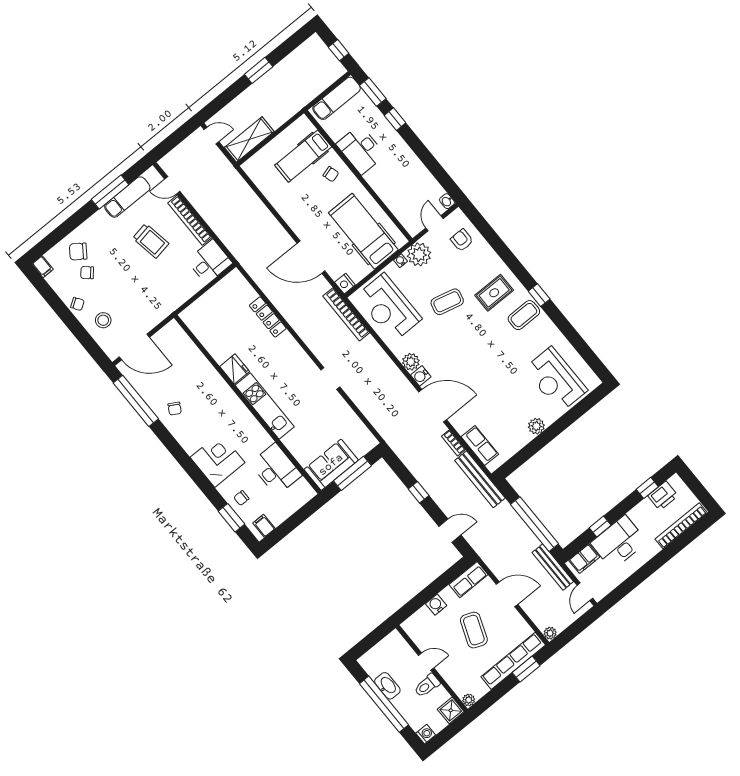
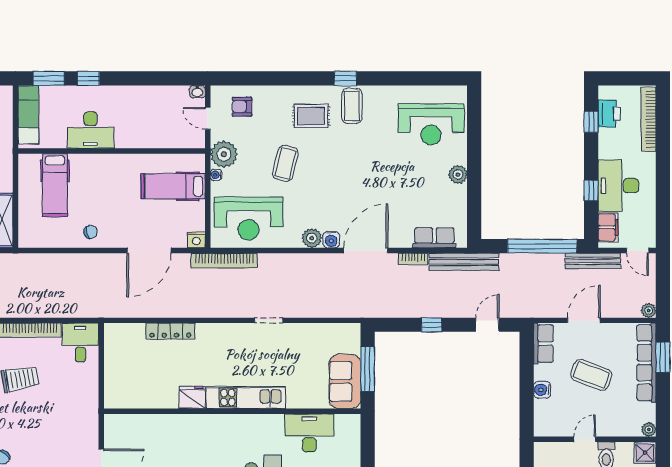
chair: (331, 174) -> (91, 232), moved
hospital bed: (363, 231) -> (173, 186), width x0.73, depth x0.78
rug: (494, 293) -> (311, 116), turned 90

